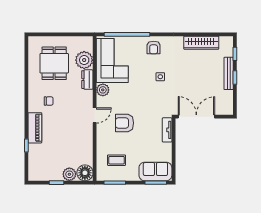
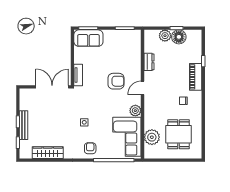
dresser: (87, 80) -> (149, 62), moved
double door: (196, 117) -> (52, 87), swing flipped
coffee table: (116, 160) -> (123, 48), removed
floor lamp: (85, 173) -> (179, 37), moved

